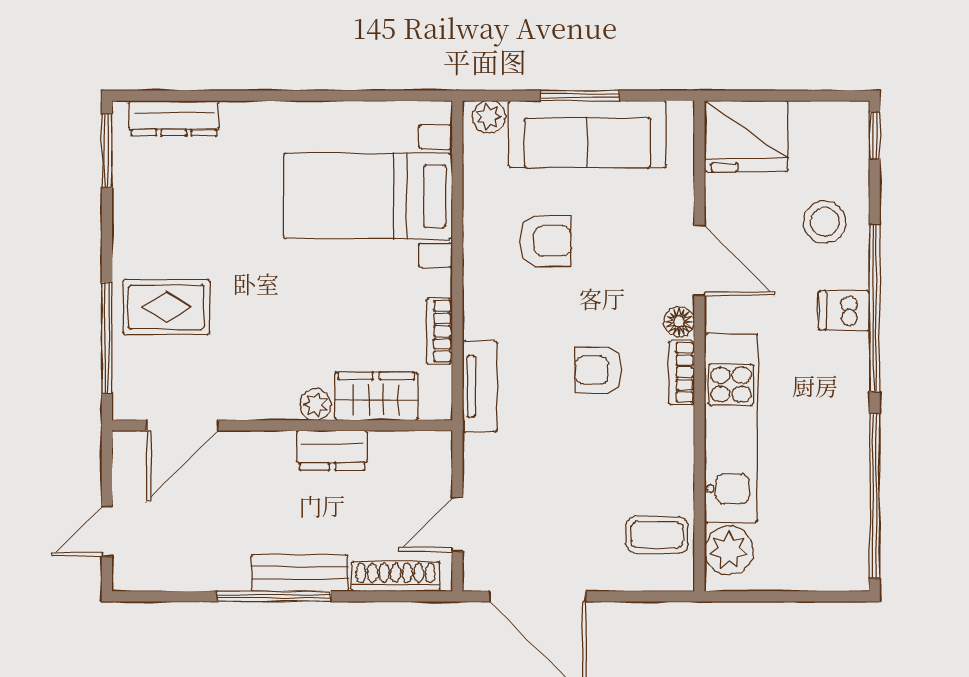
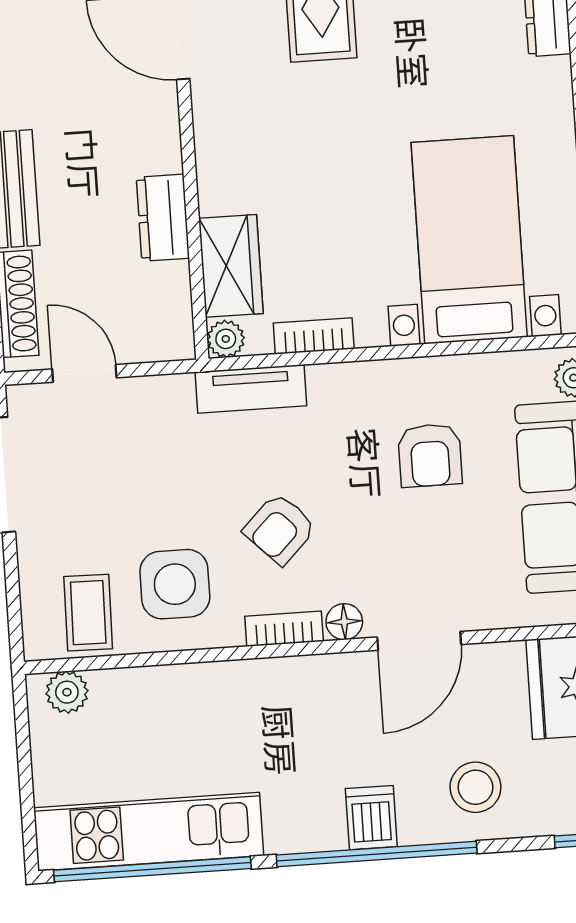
armchair: (598, 370) -> (280, 529), turned -135
plant: (316, 405) -> (226, 339), moved
kitchen unit: (731, 428) -> (149, 832), moved, turned 180
side table: (638, 461) -> (175, 584), added
plant: (729, 550) -> (67, 692), width x0.73, depth x0.73

